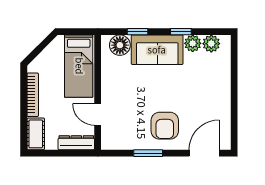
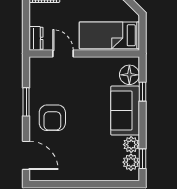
window: (181, 32) -> (142, 159), moved
door: (98, 114) -> (63, 54), hinge flipped
armchair: (165, 126) -> (52, 118), turned -90
dresser: (76, 143) -> (36, 38), width x0.70

